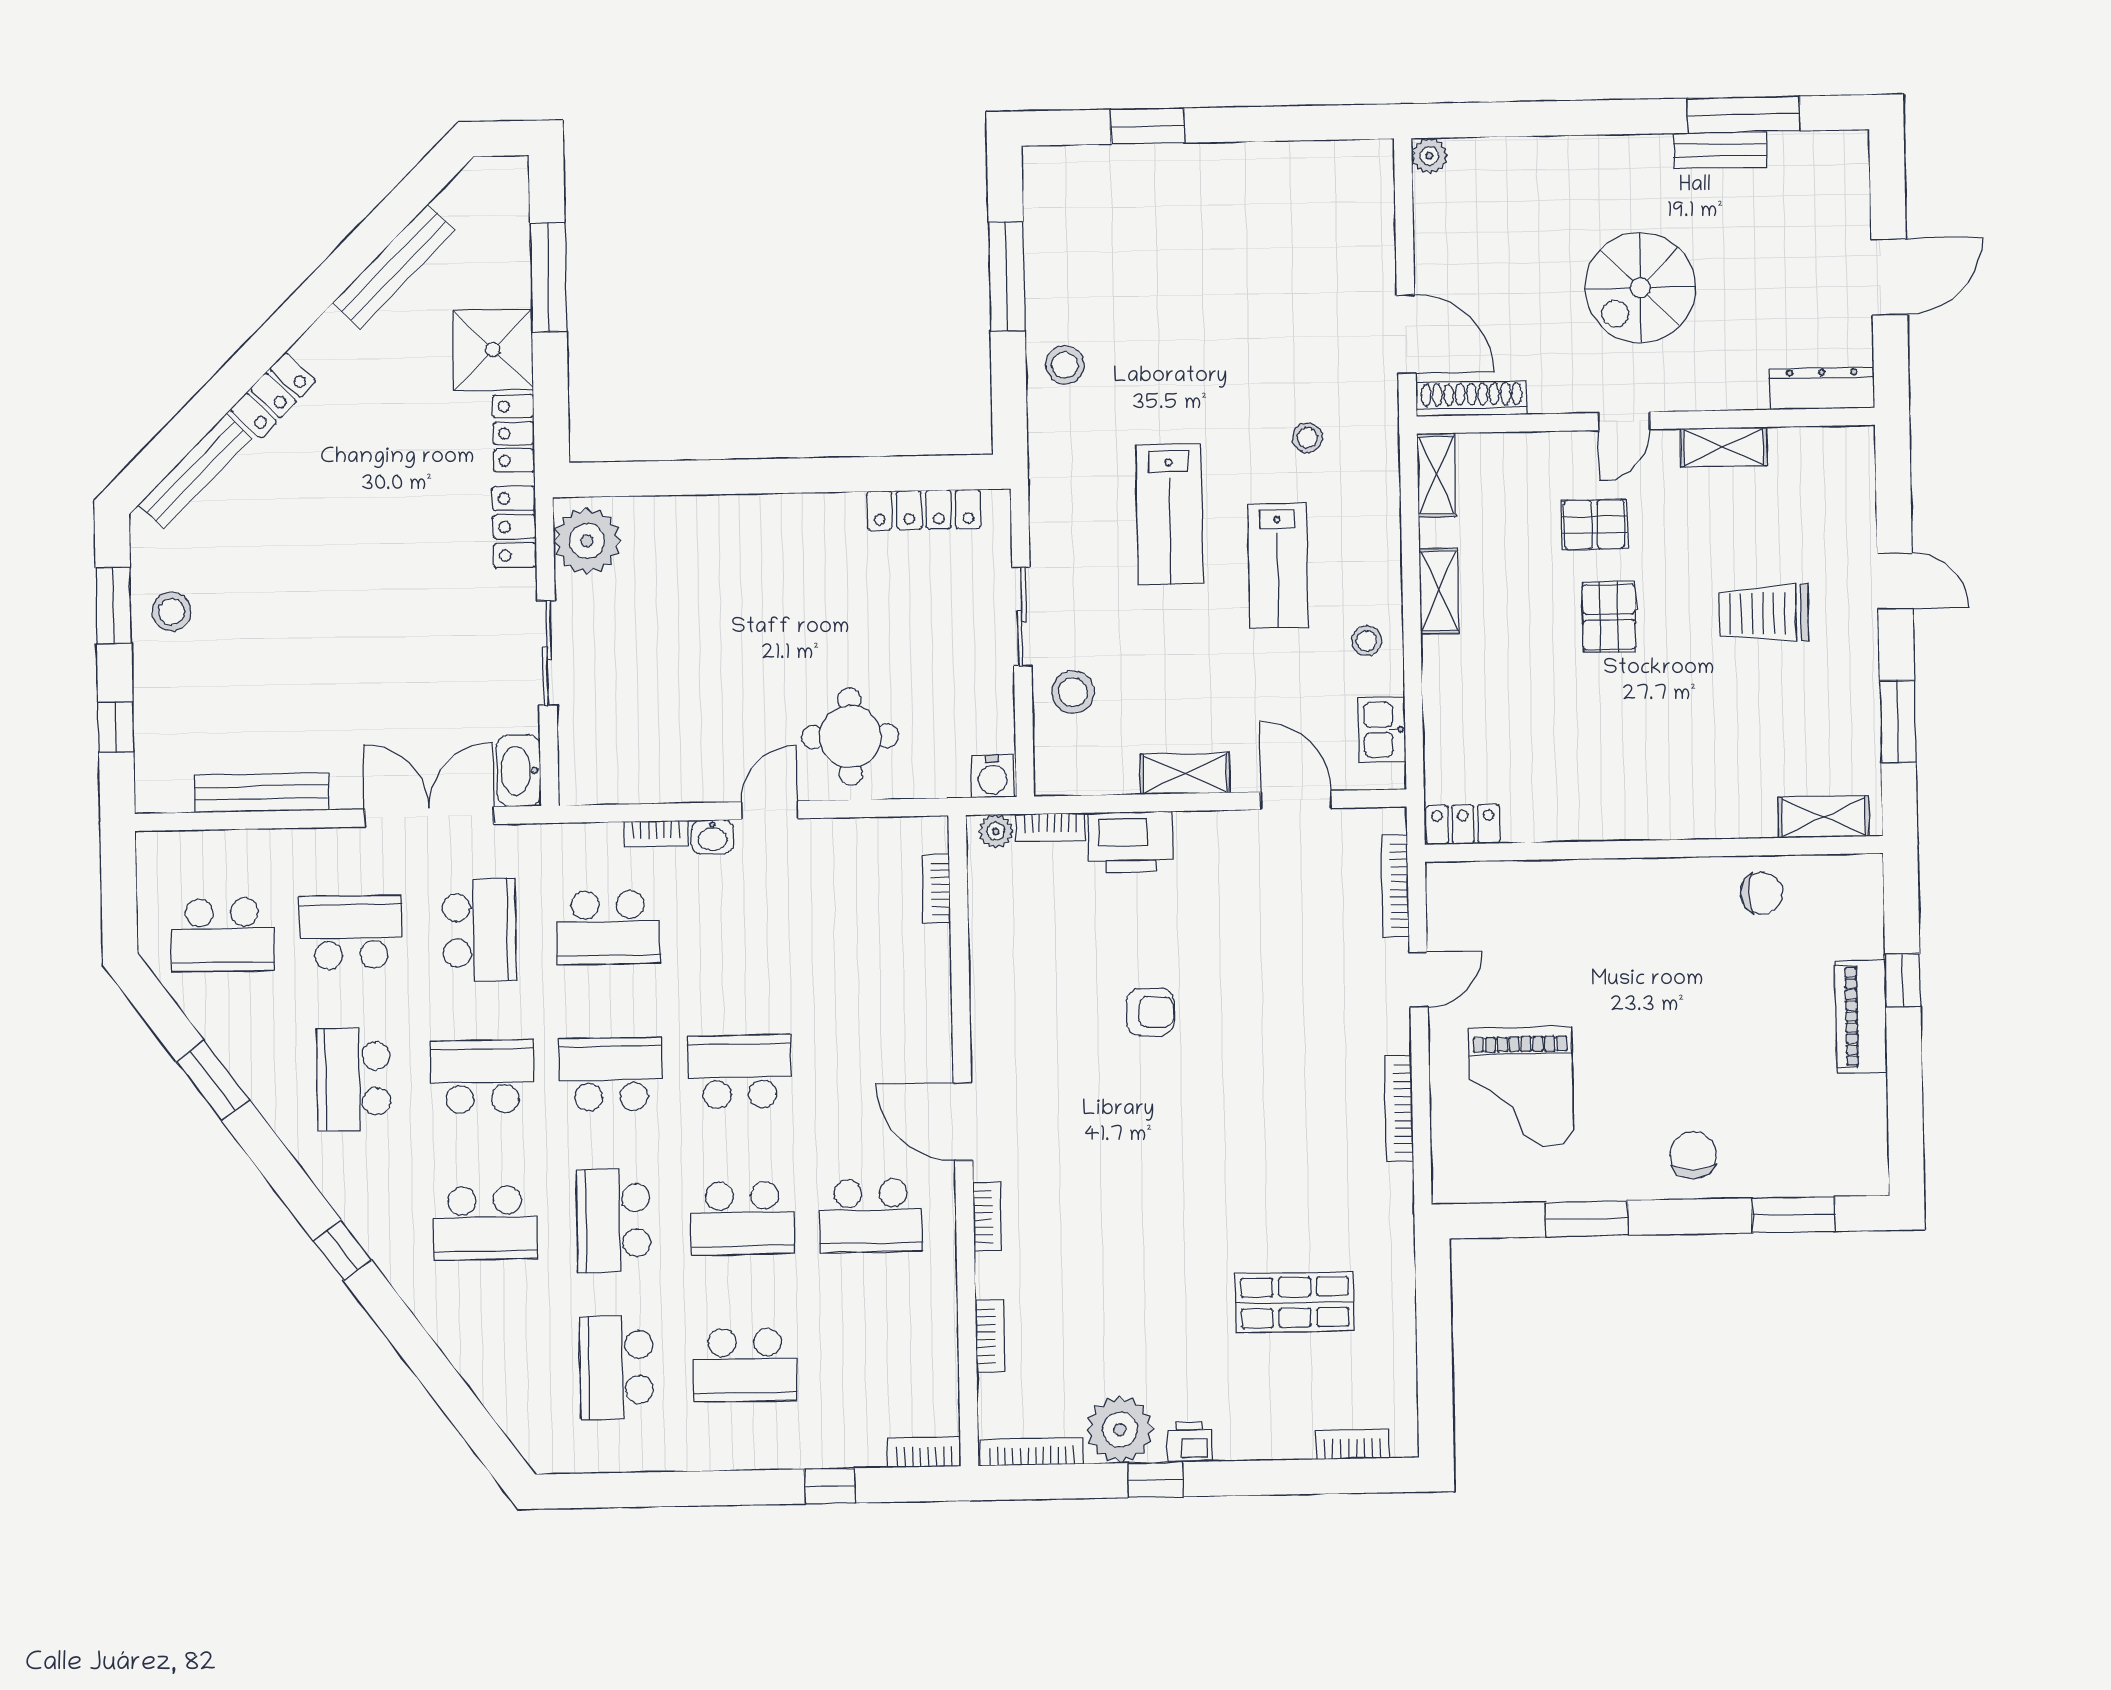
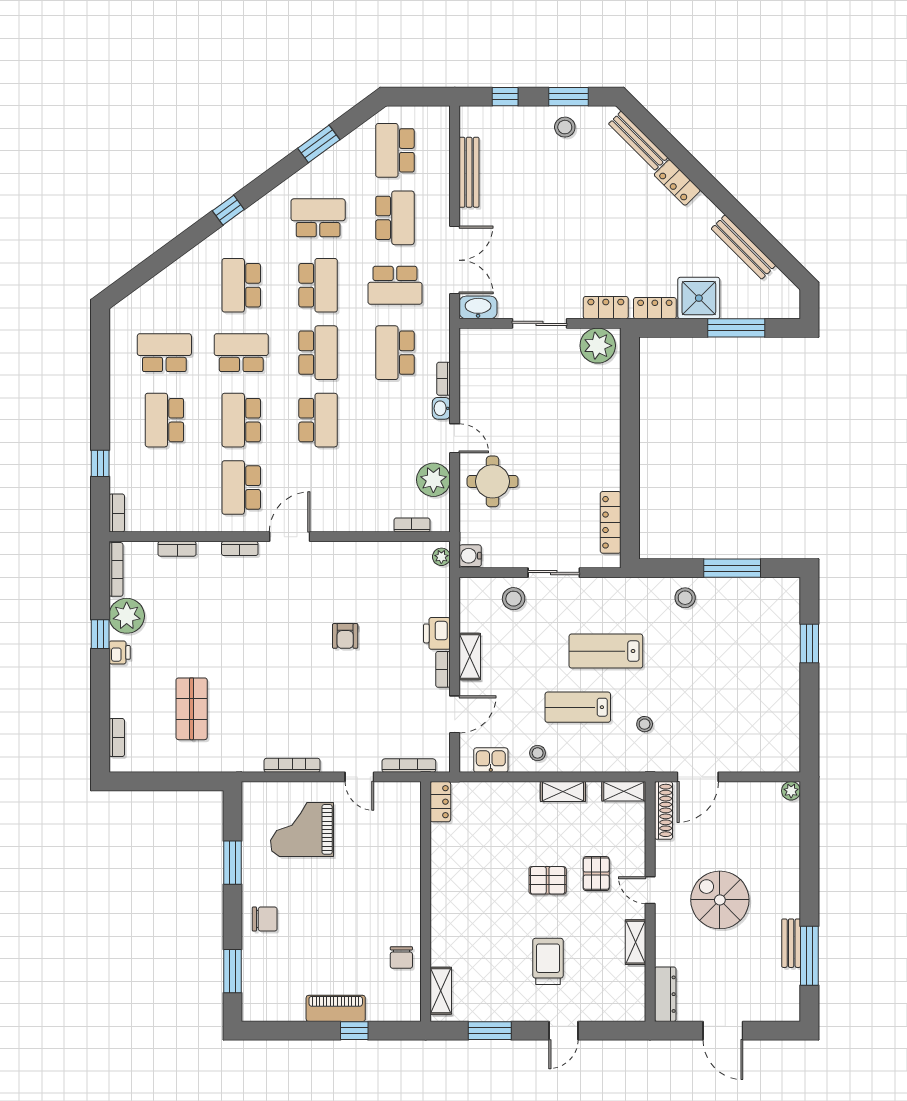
bookcase: (1051, 827) -> (443, 669), moved
printer: (1131, 842) -> (437, 633), width x0.73, depth x0.84
plant: (849, 849) -> (433, 480), added

